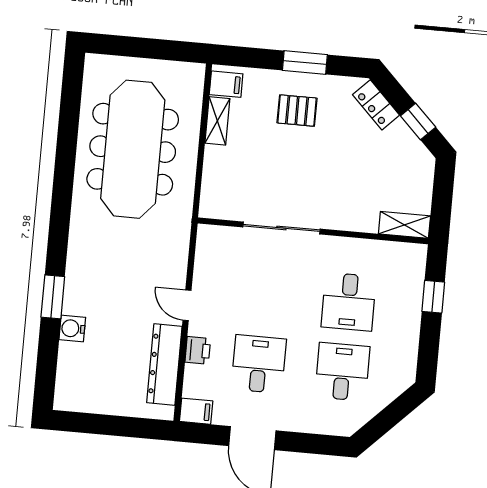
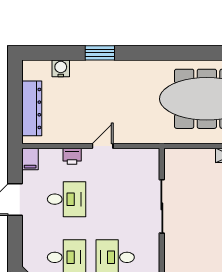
water cooler: (72, 328) -> (61, 68), moved
dresser: (164, 364) -> (32, 108), moved, turned 90

